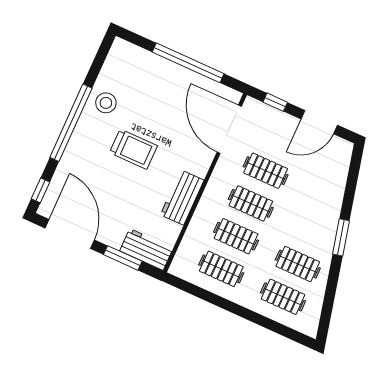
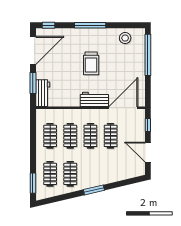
window: (188, 63) -> (148, 55), moved
stool: (106, 103) -> (125, 38), moved
window: (71, 123) -> (90, 25), width x0.68
workbench: (182, 198) -> (94, 99), moved
window: (285, 331) -> (33, 183), added

